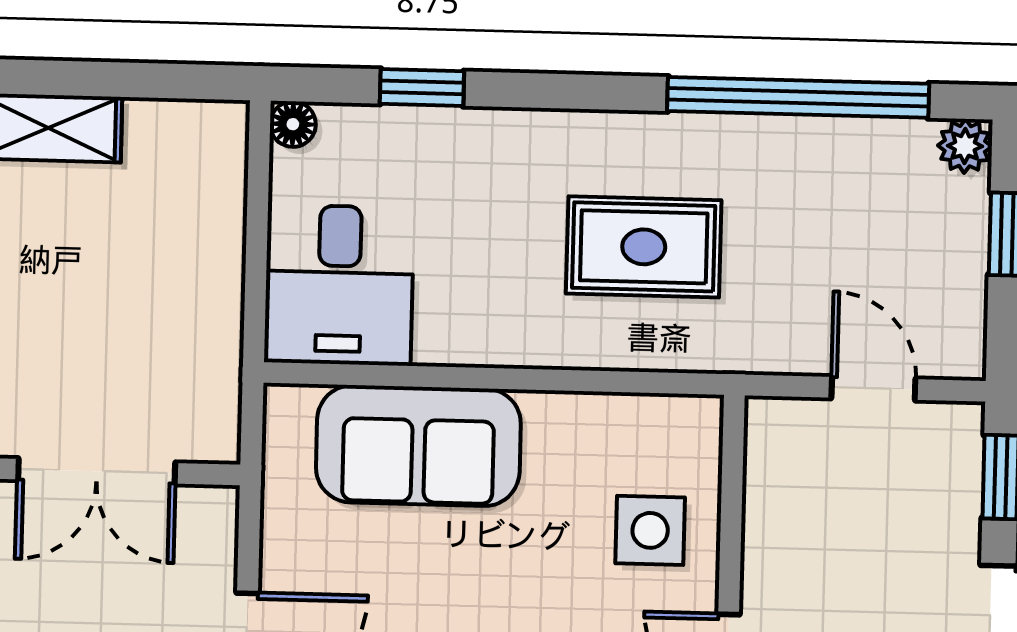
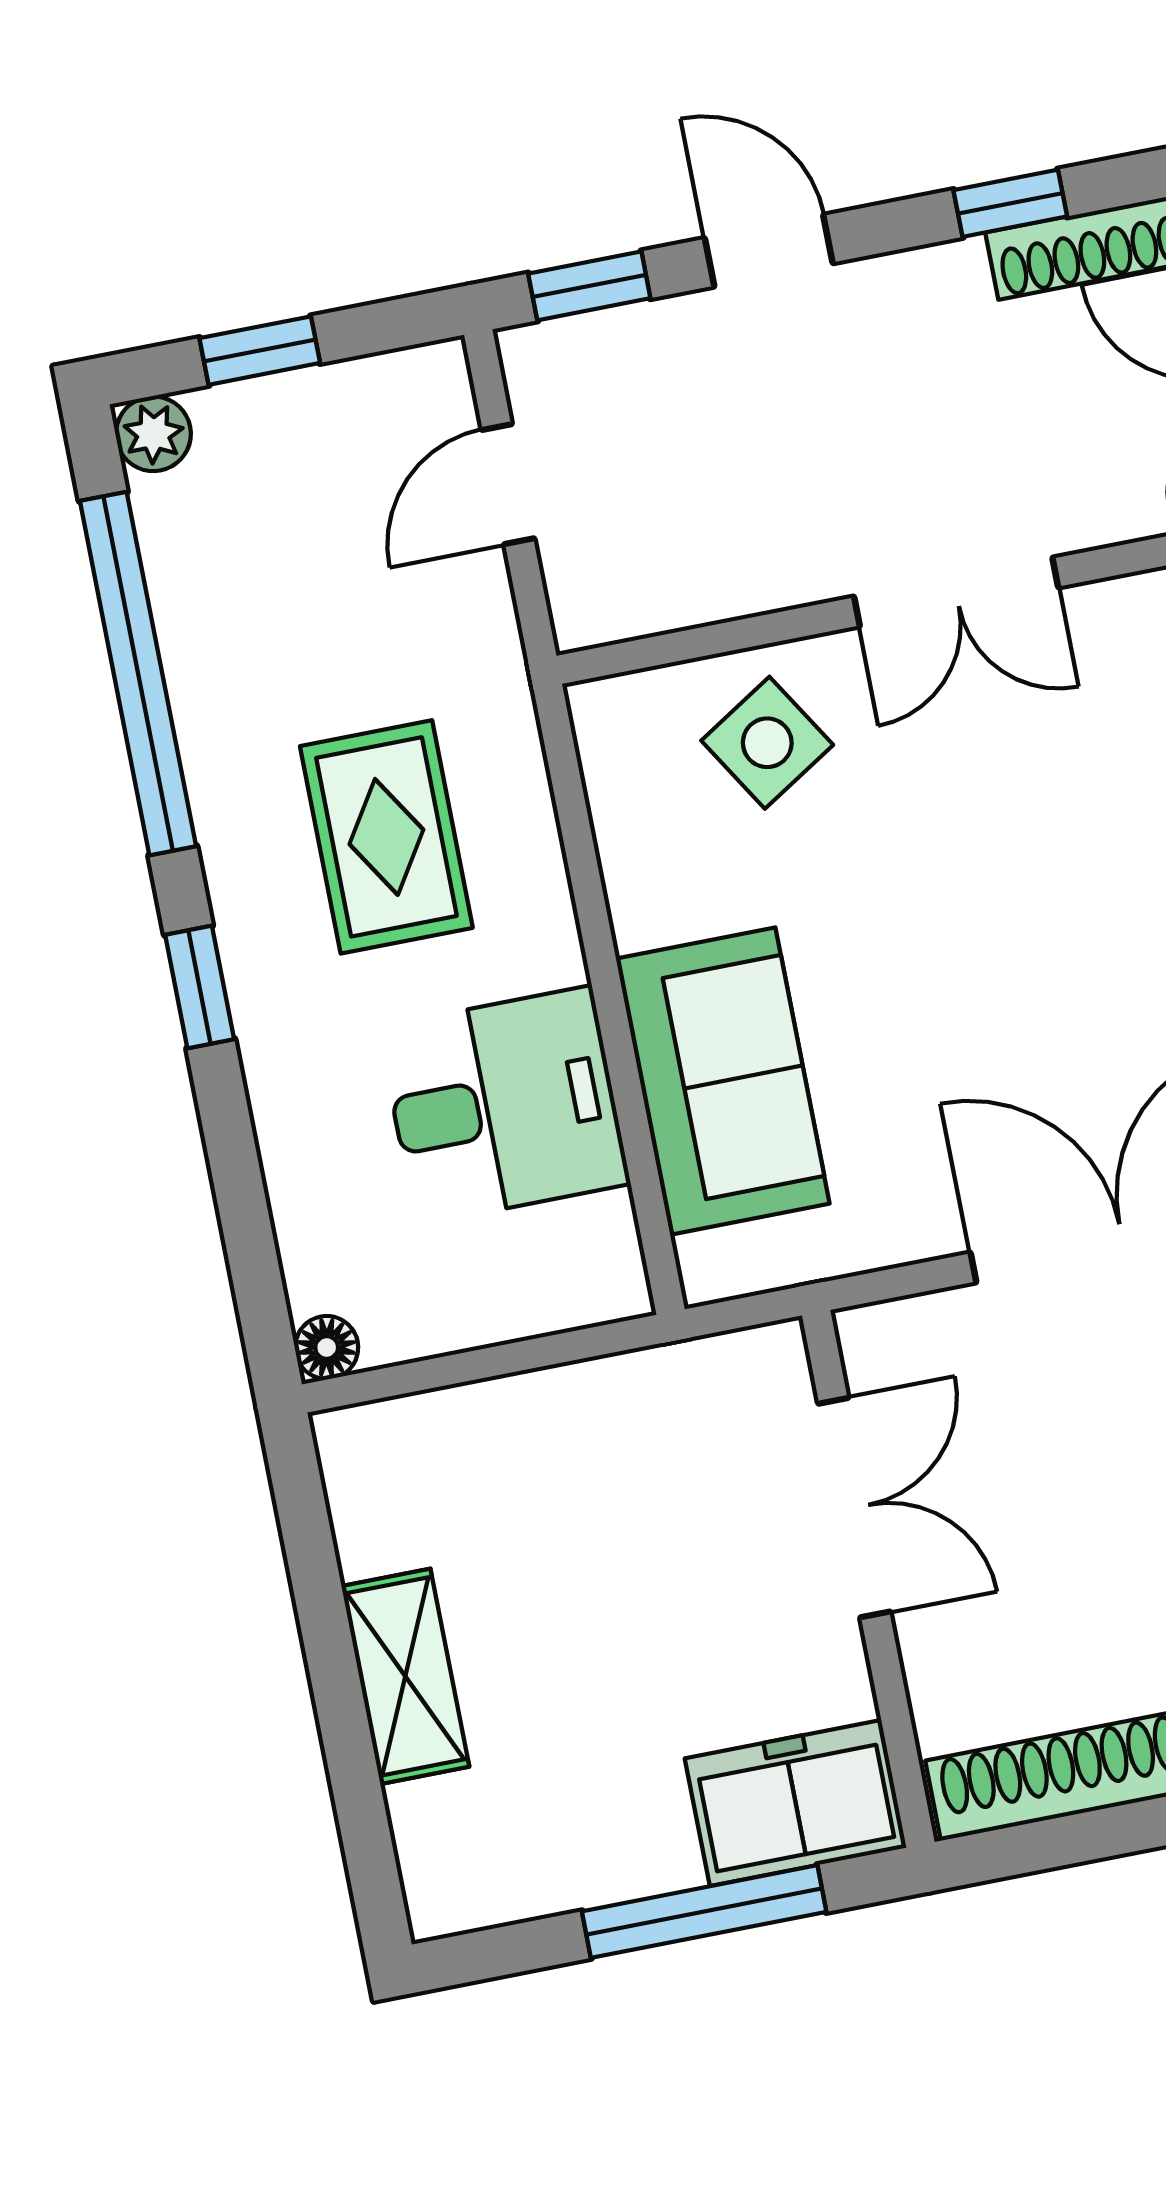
window: (422, 88) -> (200, 987), moved
desk: (339, 285) -> (504, 1105), moved
side table: (650, 530) -> (767, 743), turned -32

